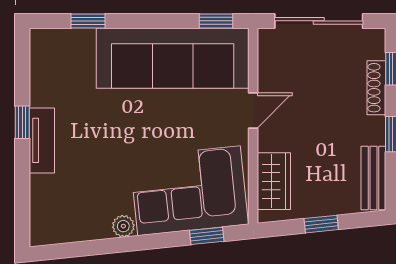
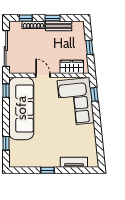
tv unit: (42, 140) -> (74, 162), moved
bench: (373, 178) -> (59, 26), moved
plant: (123, 226) -> (90, 129), removed

